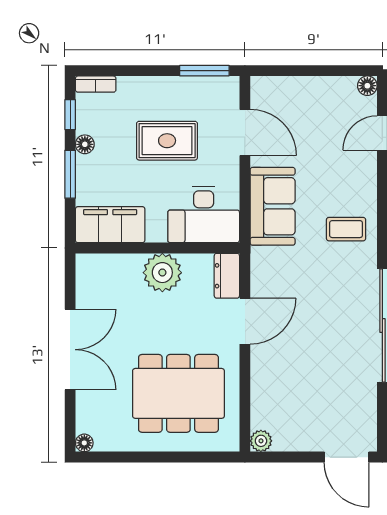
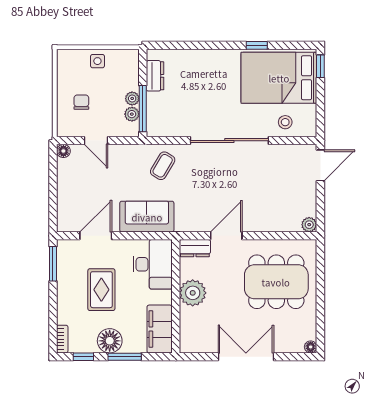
floor lamp: (85, 144) -> (110, 341), width x1.89, depth x1.89
coffee table: (346, 229) -> (163, 166), turned 31
door: (245, 321) -> (226, 236), hinge flipped
dining table: (178, 393) -> (276, 282), turned 90

